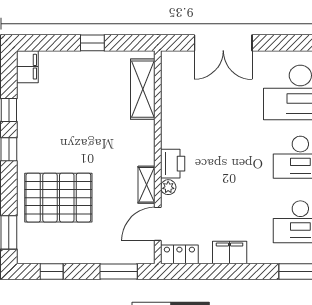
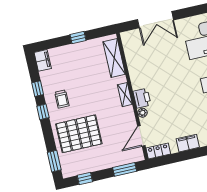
trolley: (44, 136) -> (62, 99), added
shelving: (147, 185) -> (125, 95), moved

